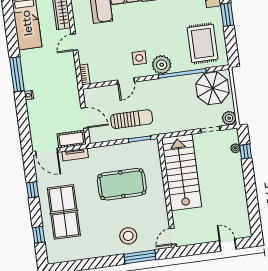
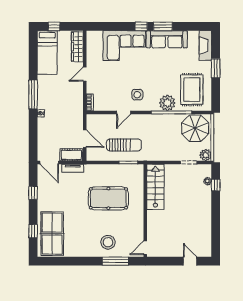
plant: (162, 65) -> (167, 103), moved
stairs: (182, 172) -> (155, 187), width x0.73, depth x0.66
table tennis table: (64, 212) -> (52, 234), moved

